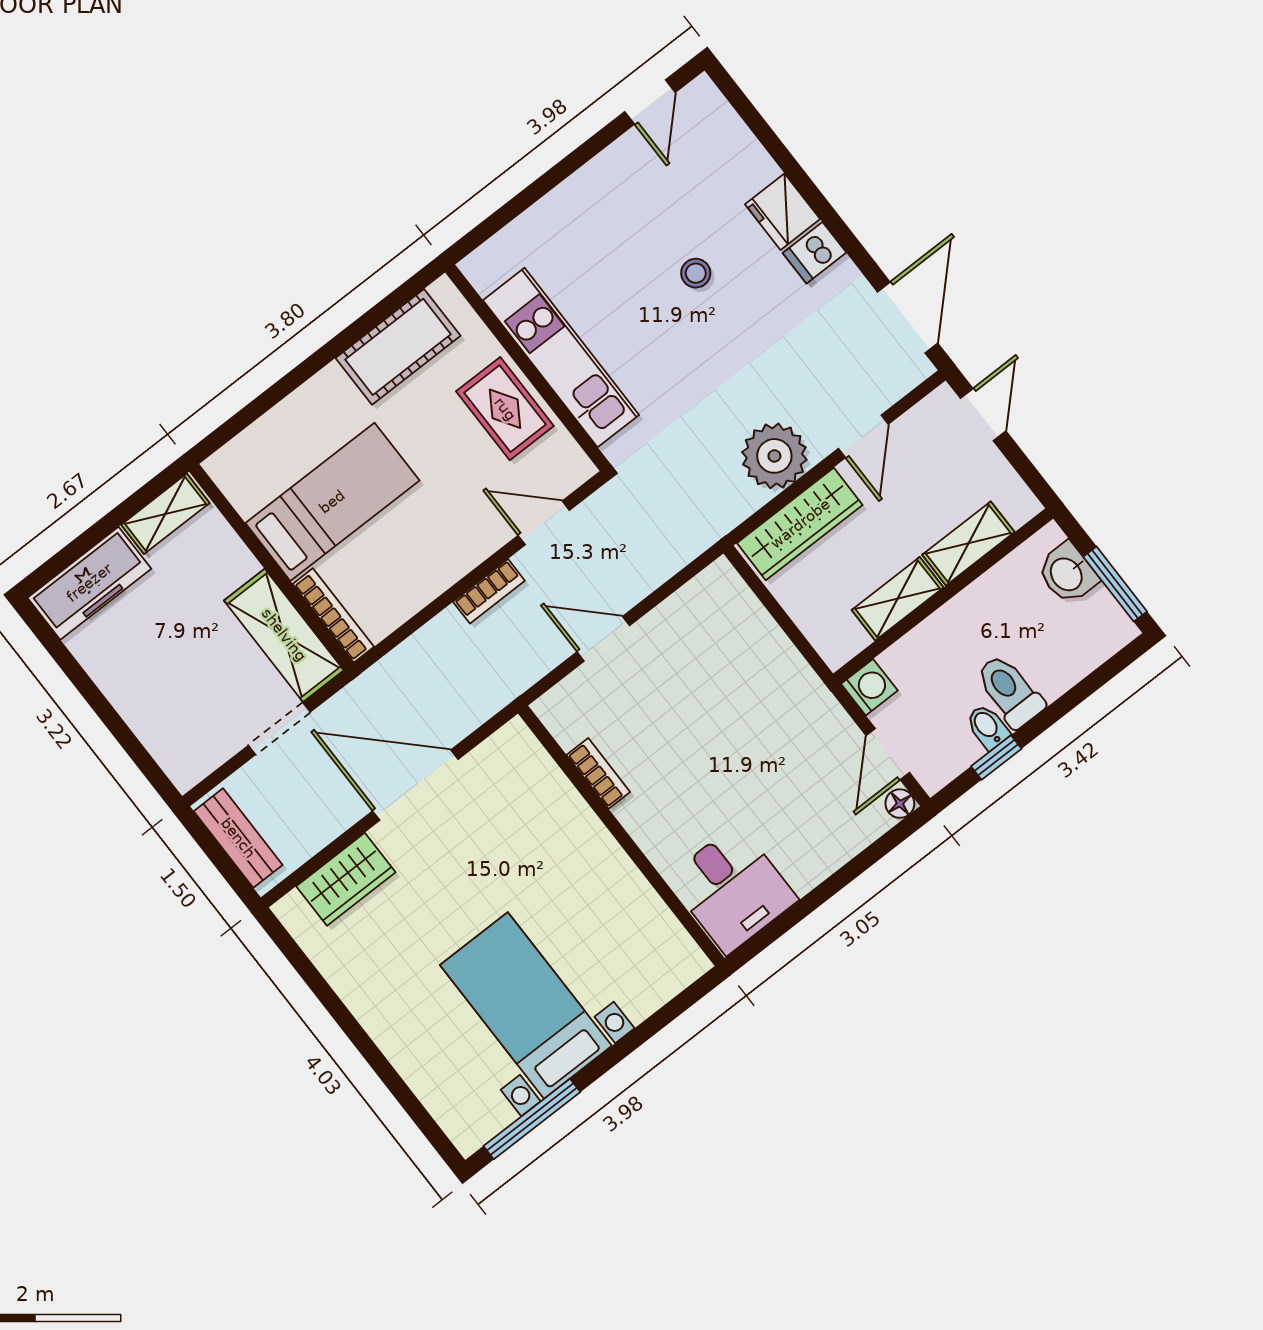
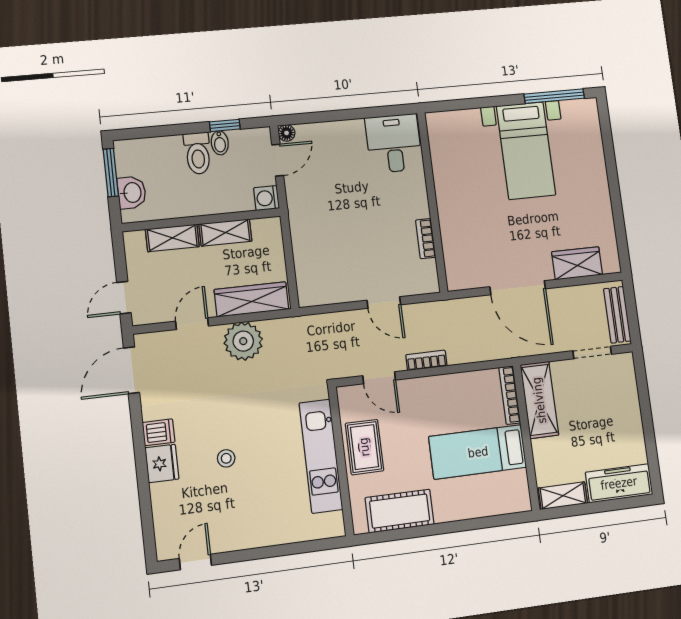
doorway: (279, 729) -> (592, 353), moved

